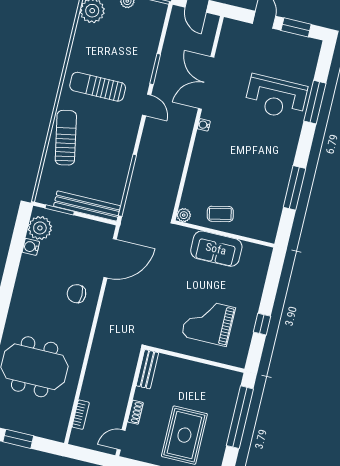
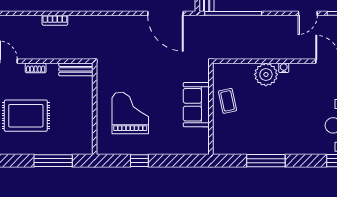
water cooler: (204, 125) -> (284, 68), moved
plant: (184, 215) -> (266, 74), moved, width x1.88, depth x1.88
bookcase: (81, 415) -> (55, 20), moved
window: (240, 417) -> (53, 161), width x0.68

